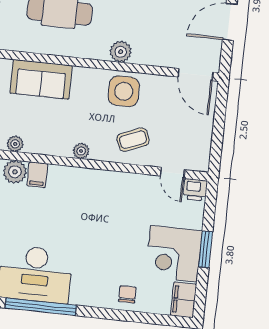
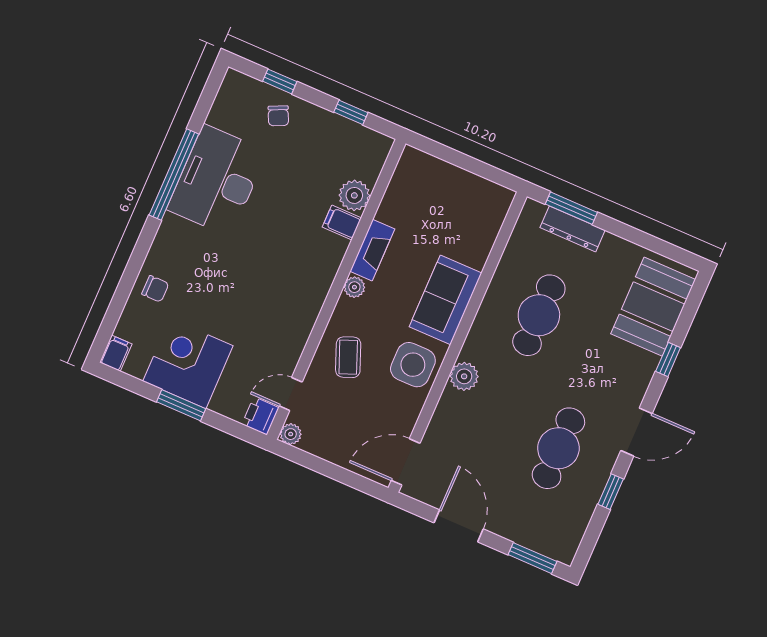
sofa: (41, 79) -> (446, 300), moved
plant: (15, 144) -> (291, 434), moved
fireplace: (50, 146) -> (372, 250), added
filing cabinet: (184, 300) -> (116, 353), width x0.50

